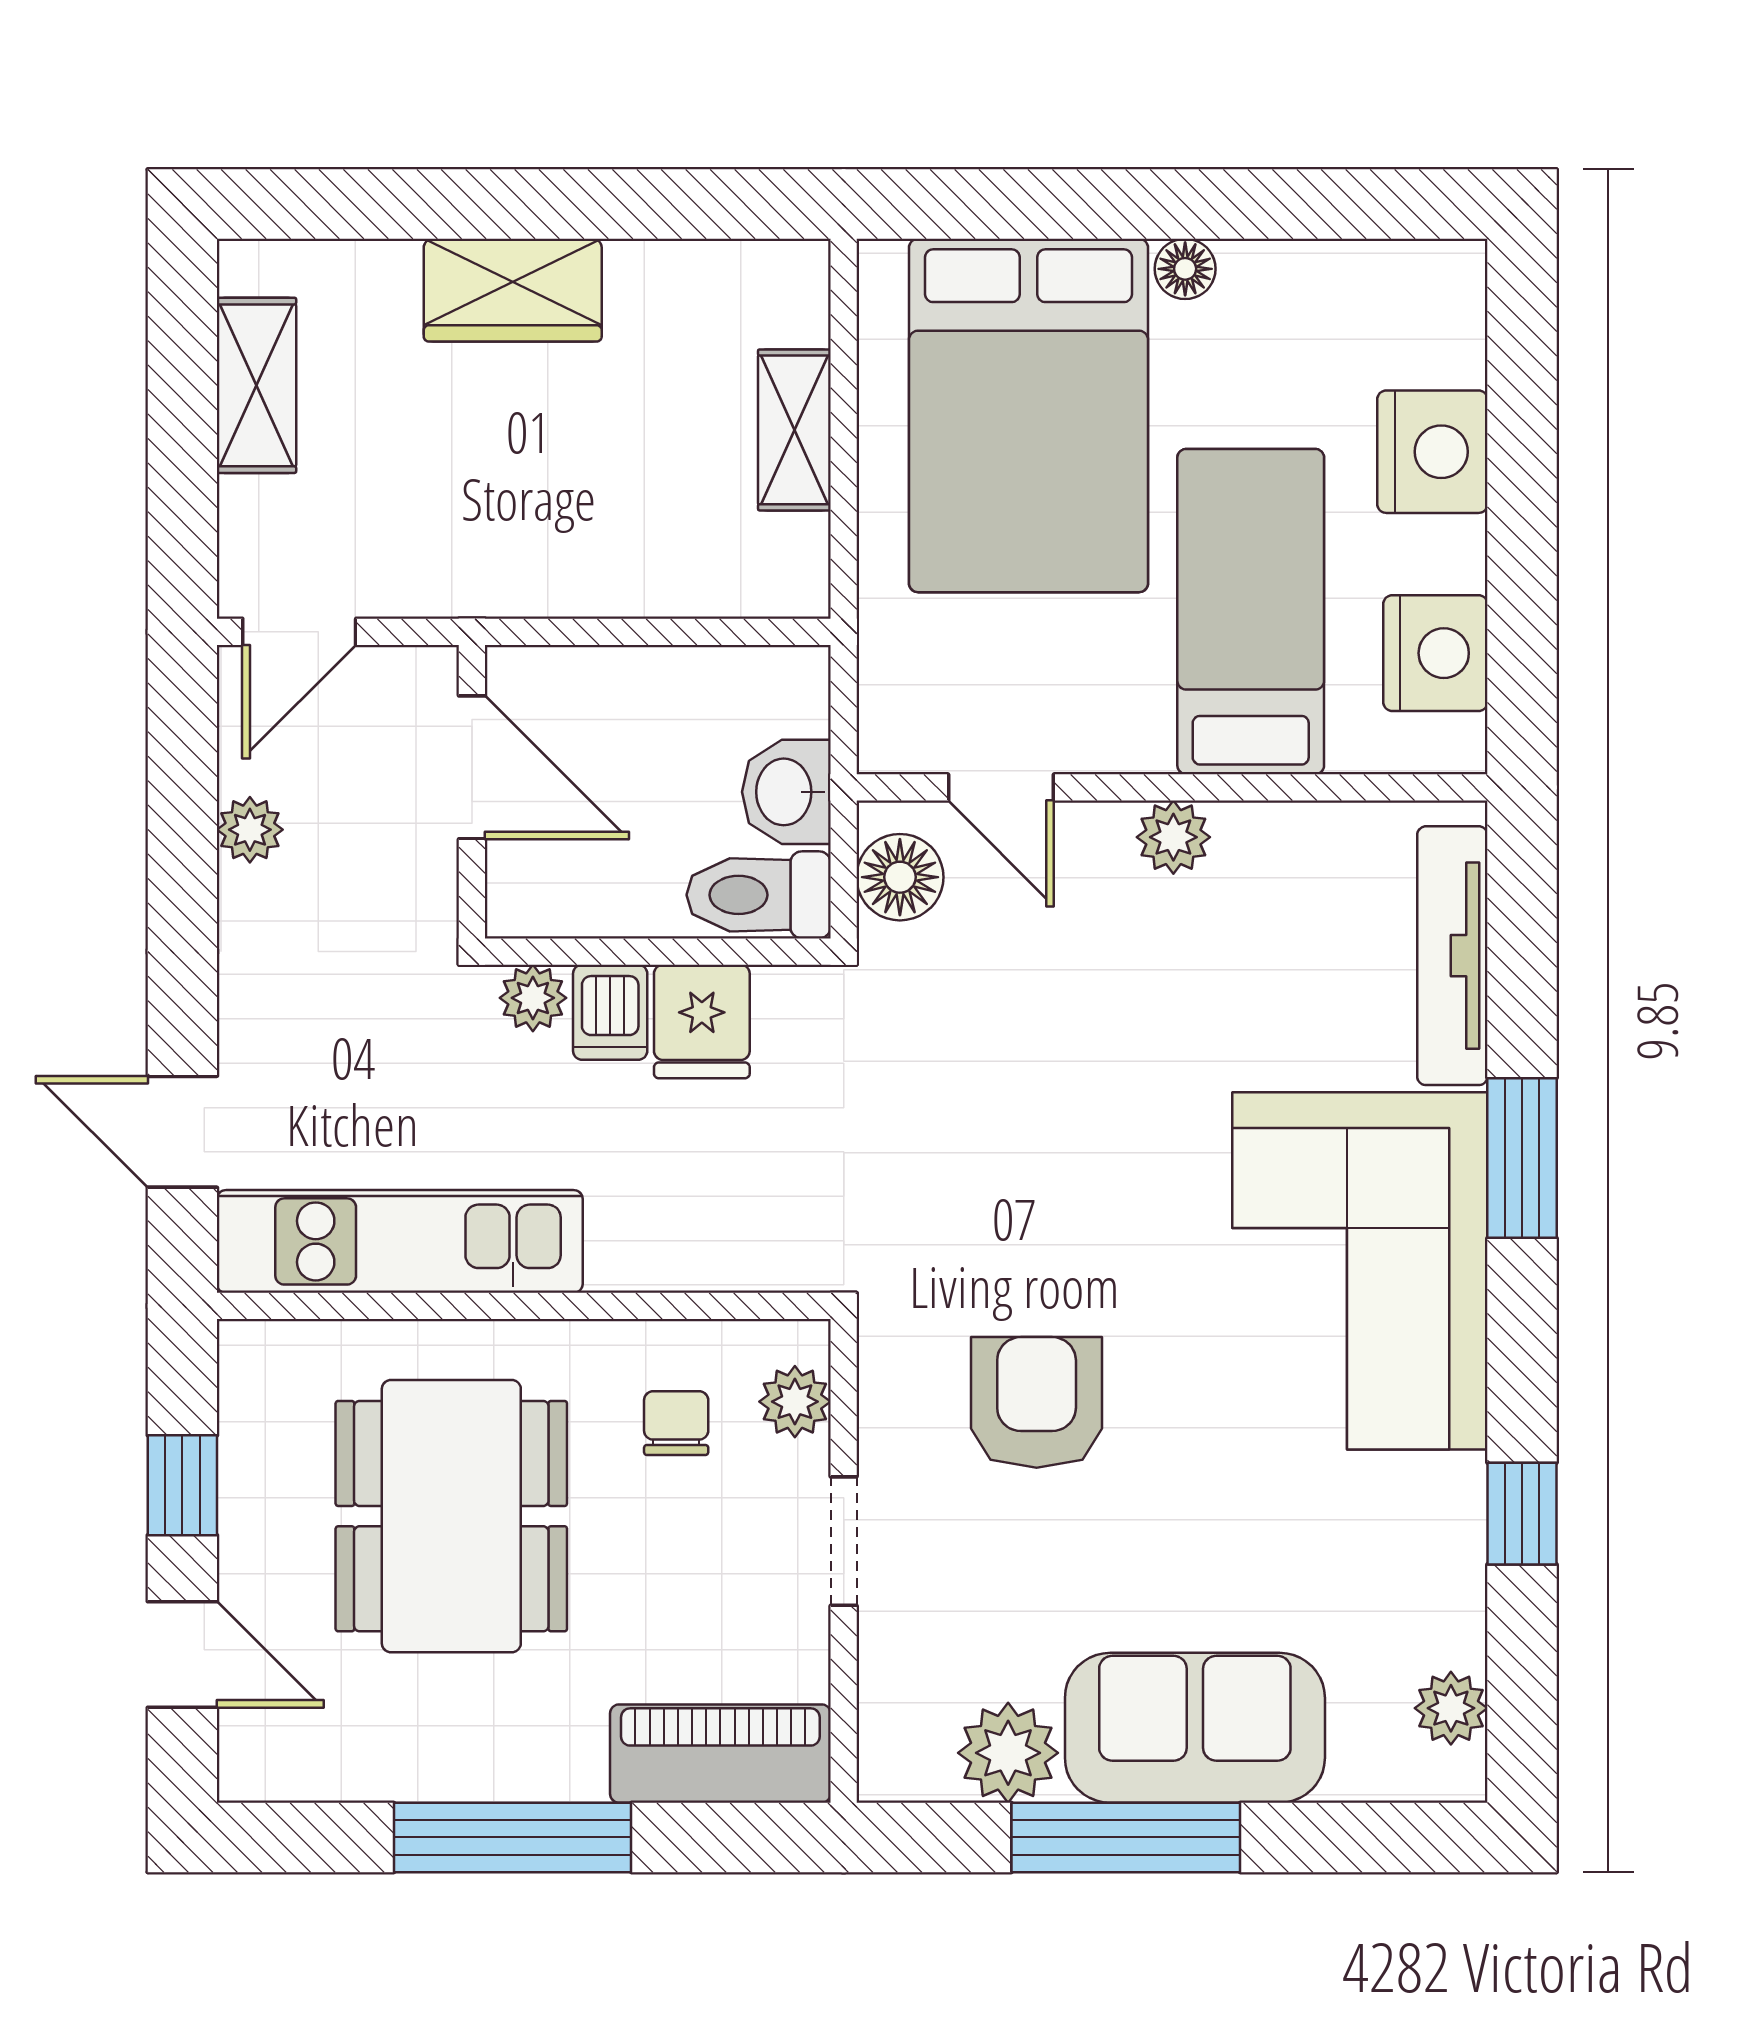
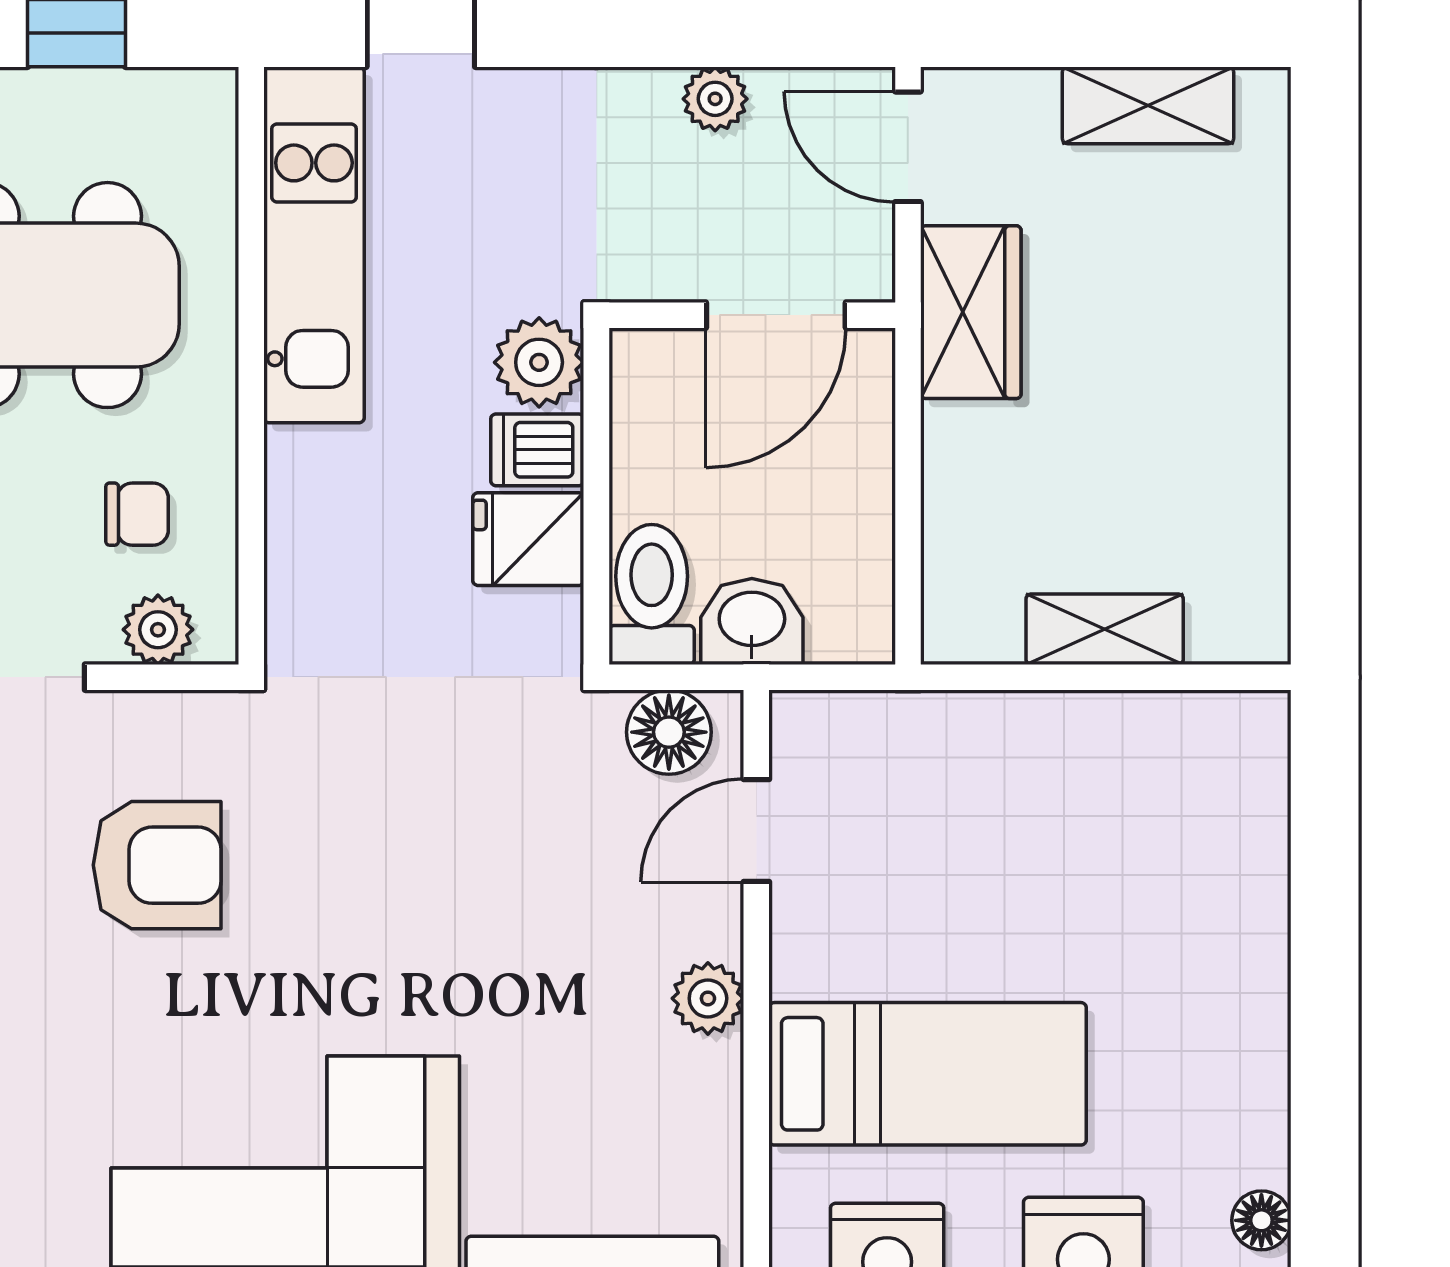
floor lamp: (1185, 269) -> (1261, 1220), moved
wardrobe: (513, 290) -> (971, 312), moved, turned 180
bed: (1029, 415) -> (1119, 857), removed
plant: (533, 998) -> (539, 362), width x1.38, depth x1.38

